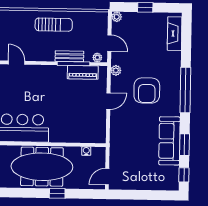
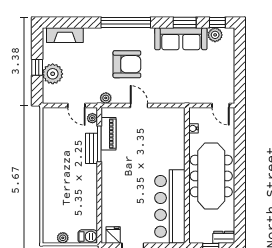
plant: (117, 17) -> (53, 74), moved, width x1.87, depth x1.87
sun lounger: (54, 25) -> (58, 166), removed
door: (109, 43) -> (76, 105), swing flipped
door: (17, 63) -> (99, 205), removed
plant: (173, 173) -> (215, 35), added
window: (57, 193) -> (240, 159), removed

